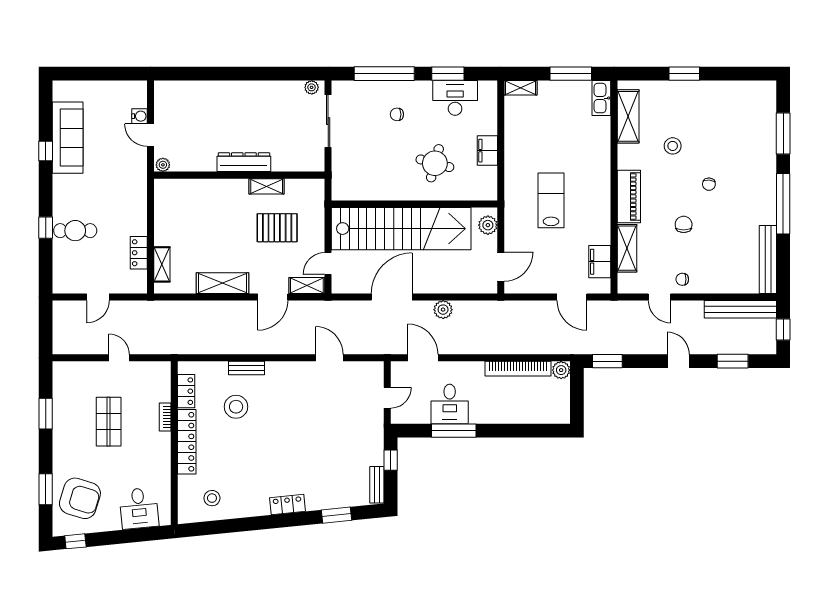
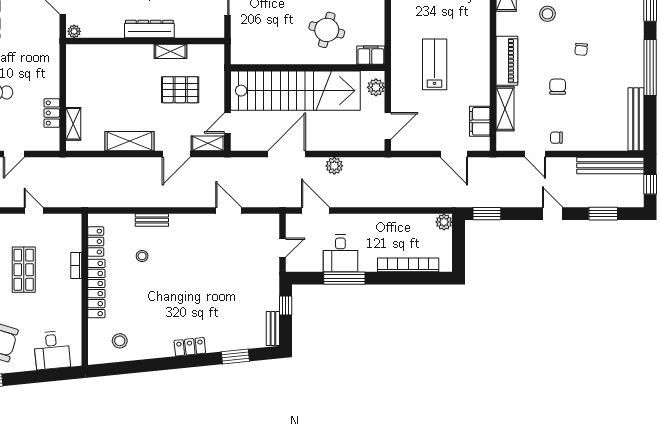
filing cabinet: (487, 151) -> (371, 55), moved, turned 90
bookcase: (518, 369) -> (408, 265), moved, turned 180
stool: (236, 407) -> (142, 256), width x0.53, depth x0.53

